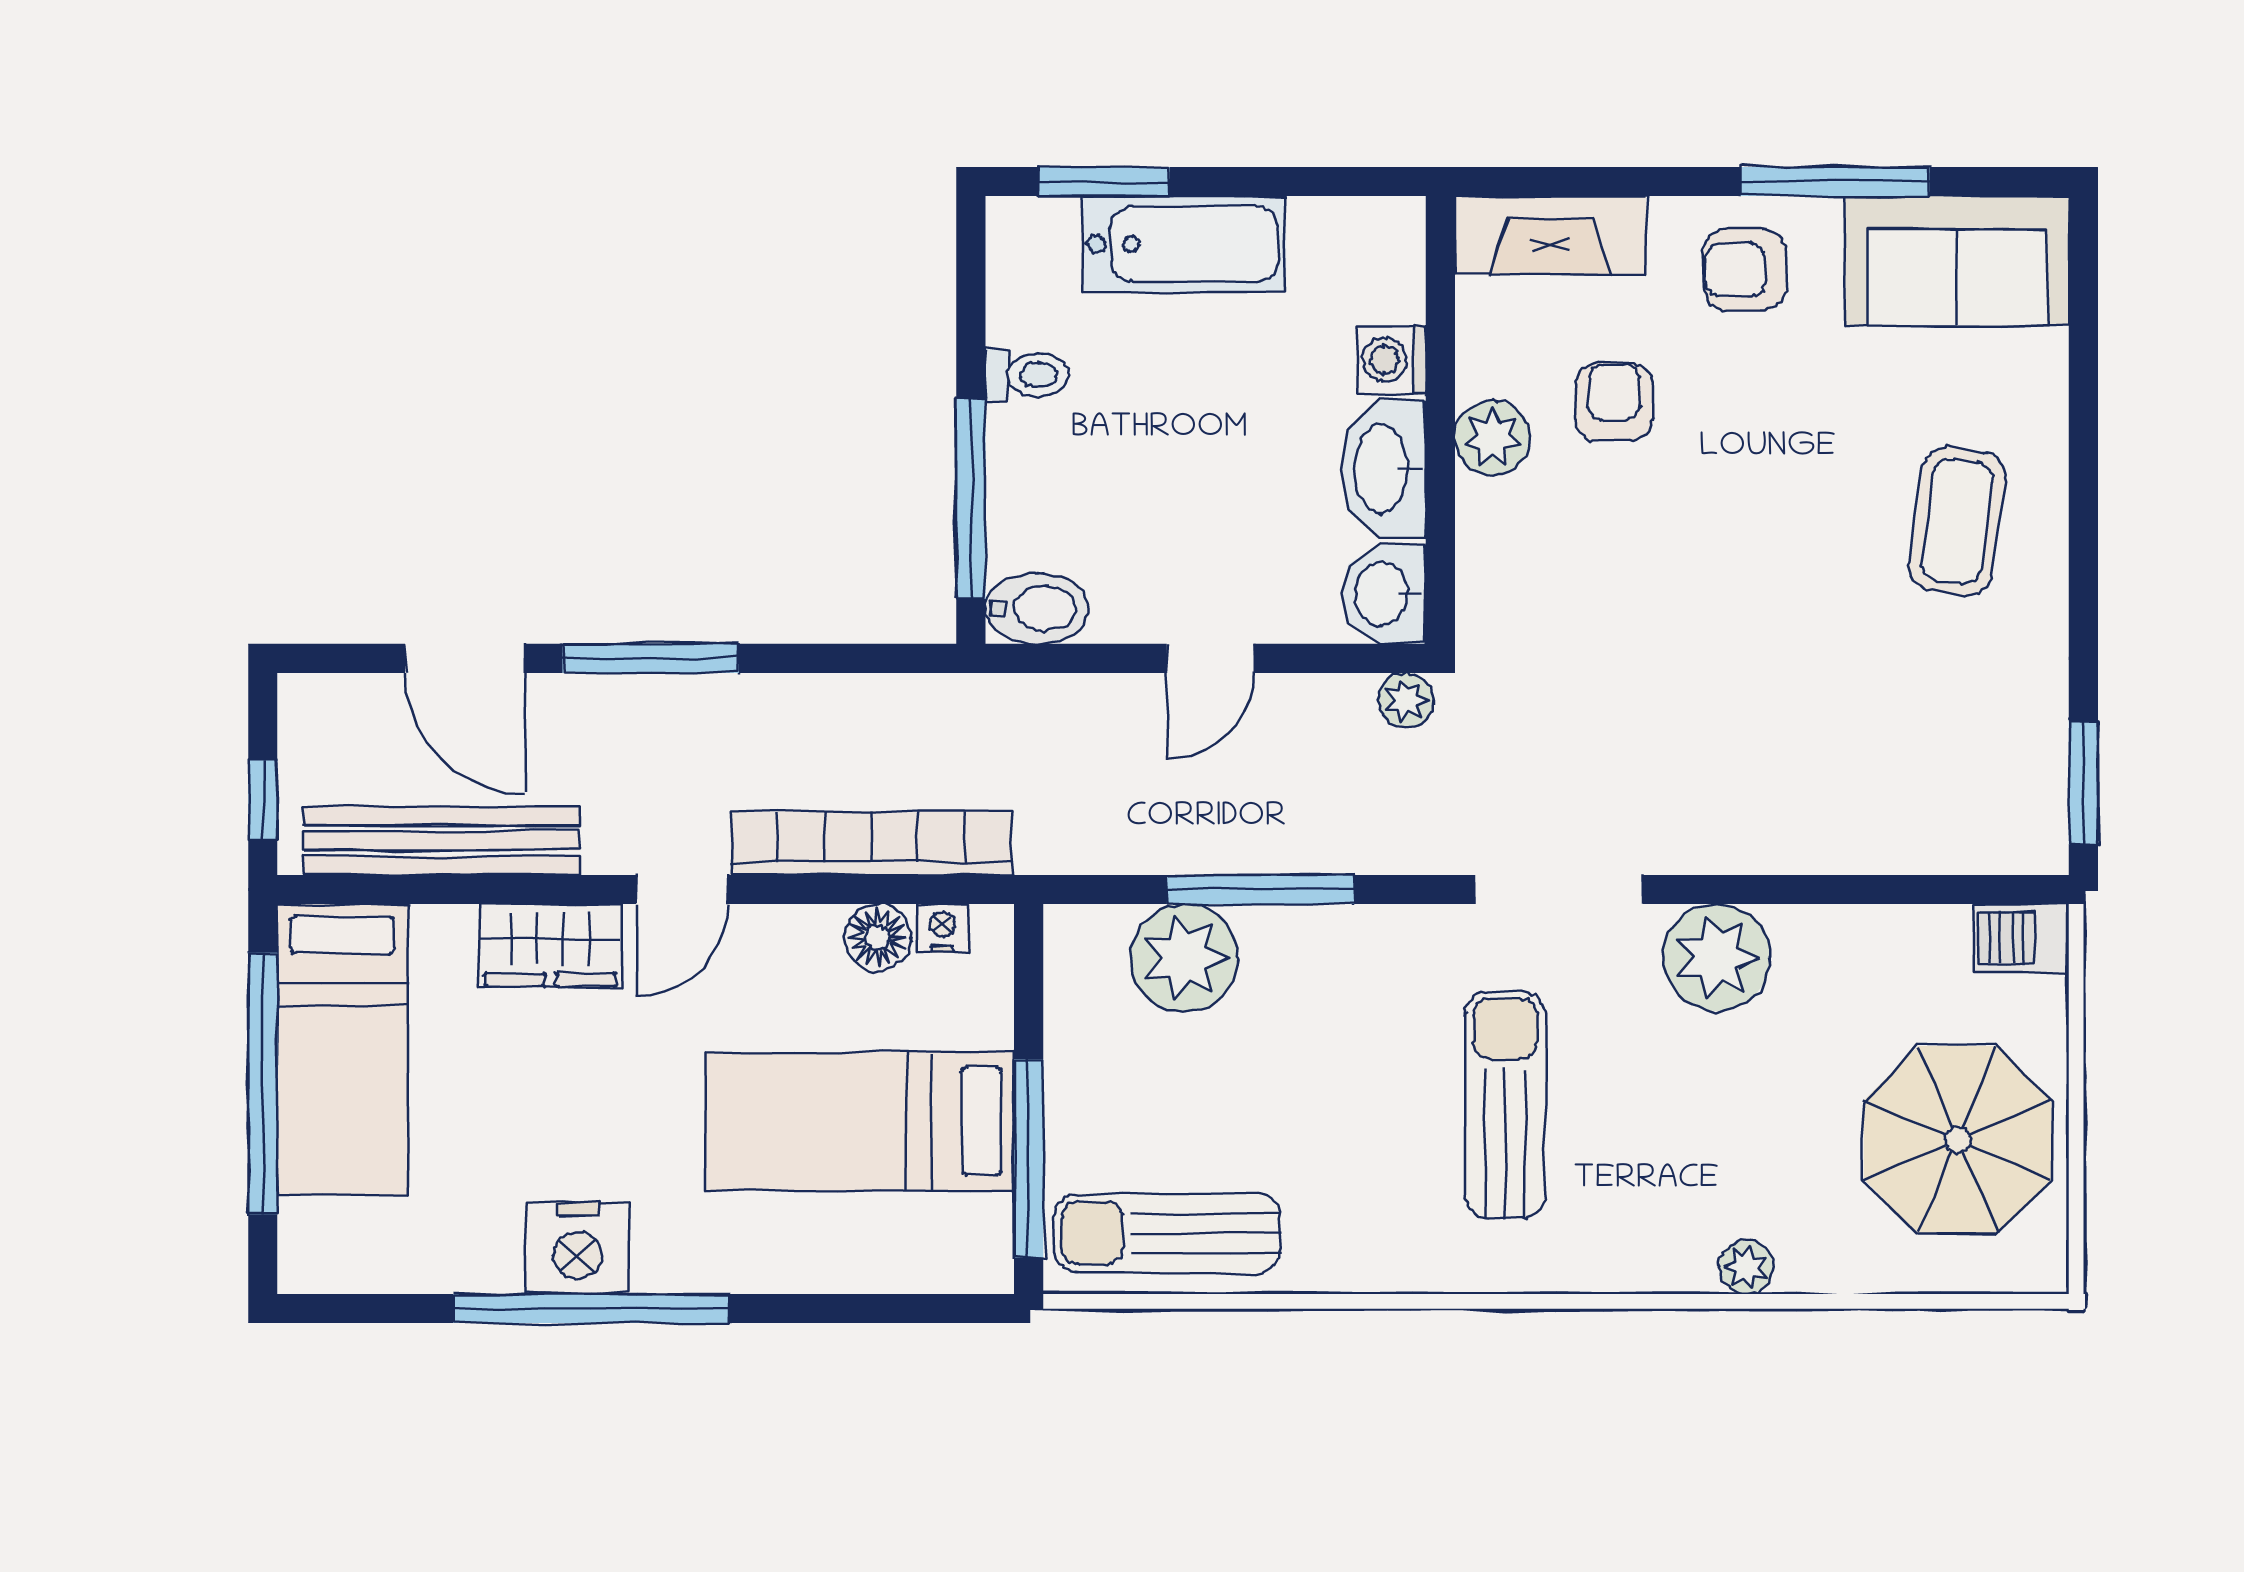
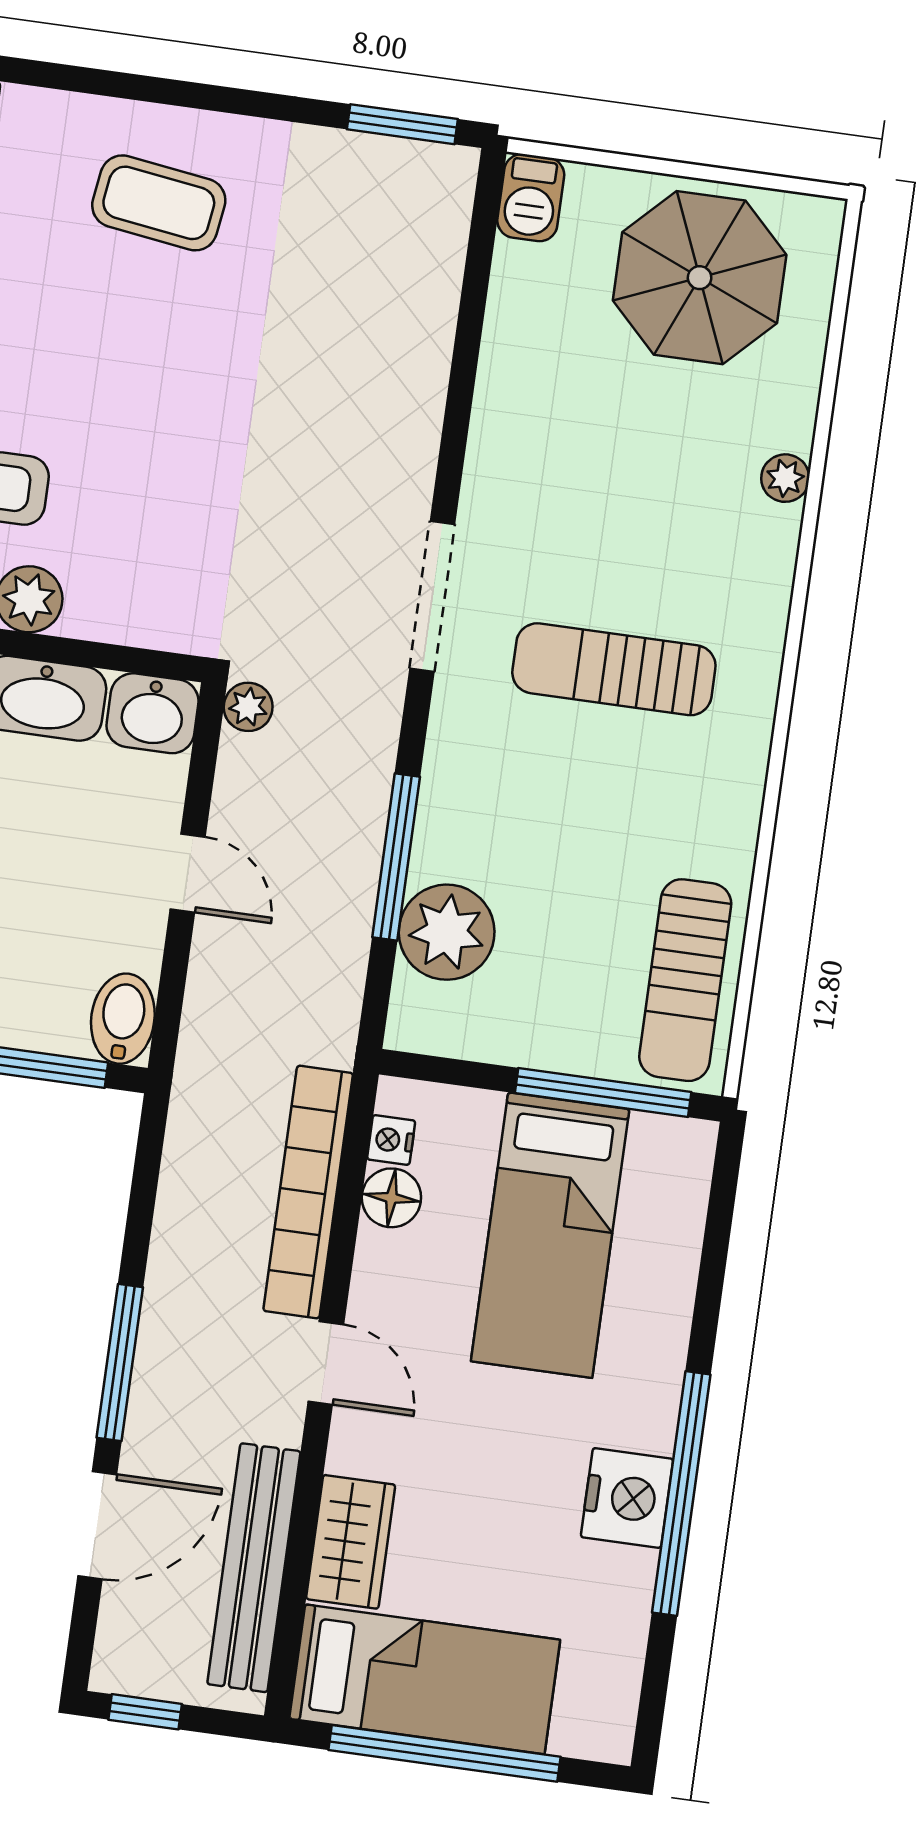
window: (263, 800) -> (145, 1712), moved
wardrobe: (550, 945) -> (351, 1542), moved
plant: (1717, 957) -> (511, 466), removed

